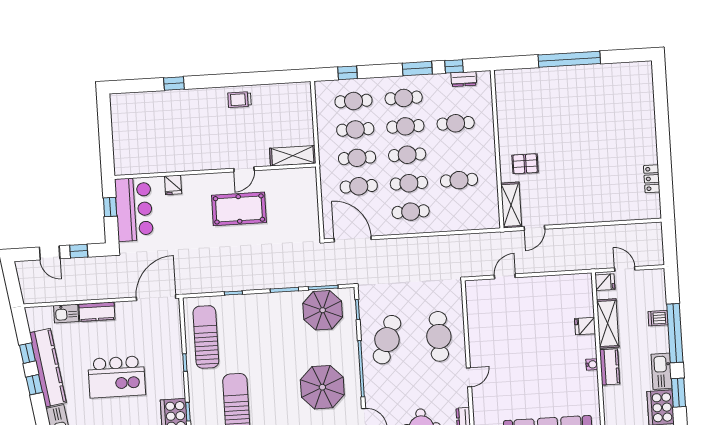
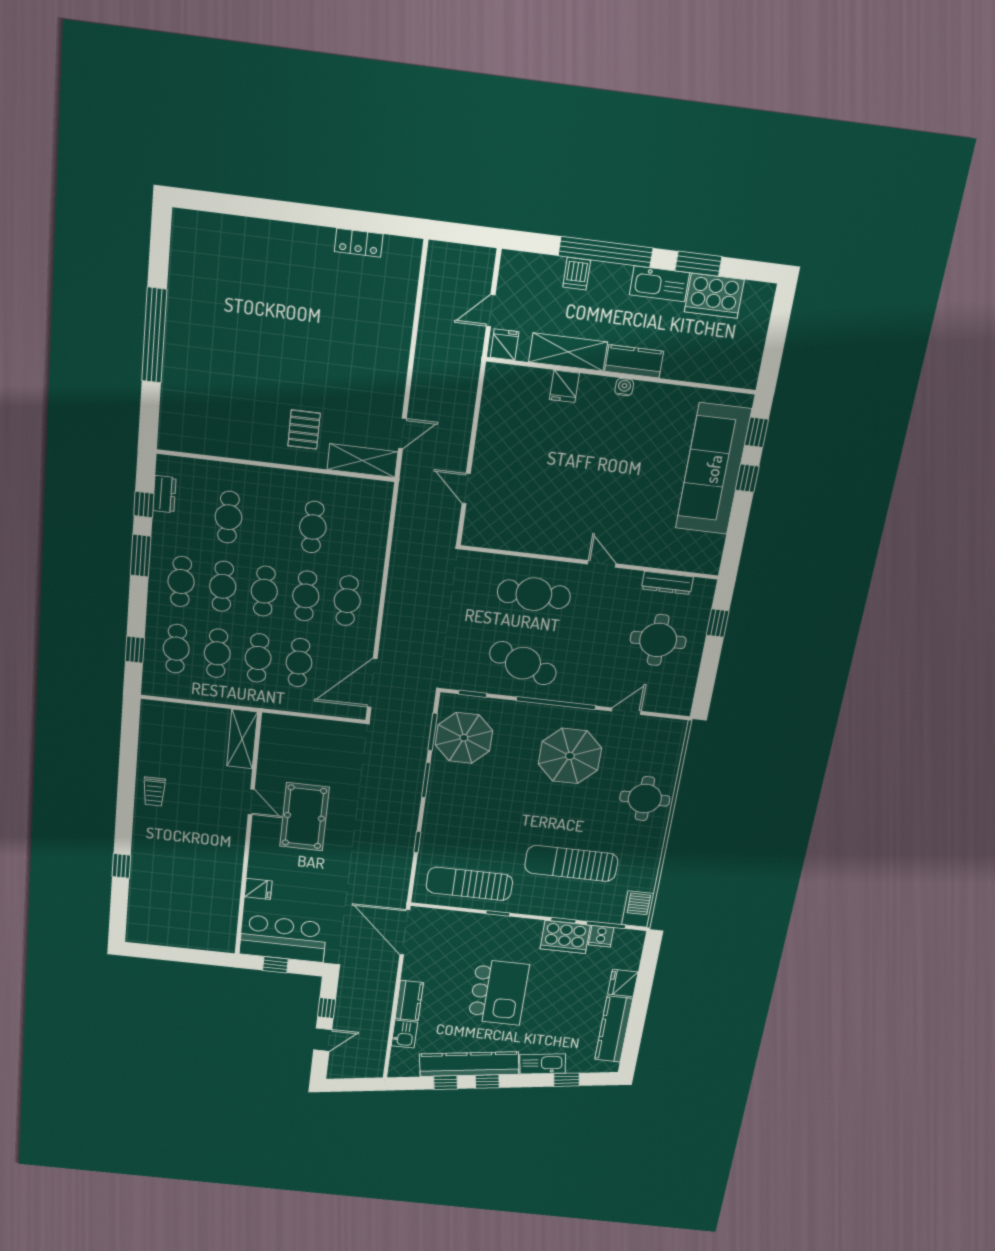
door: (534, 228) -> (402, 433), hinge flipped

